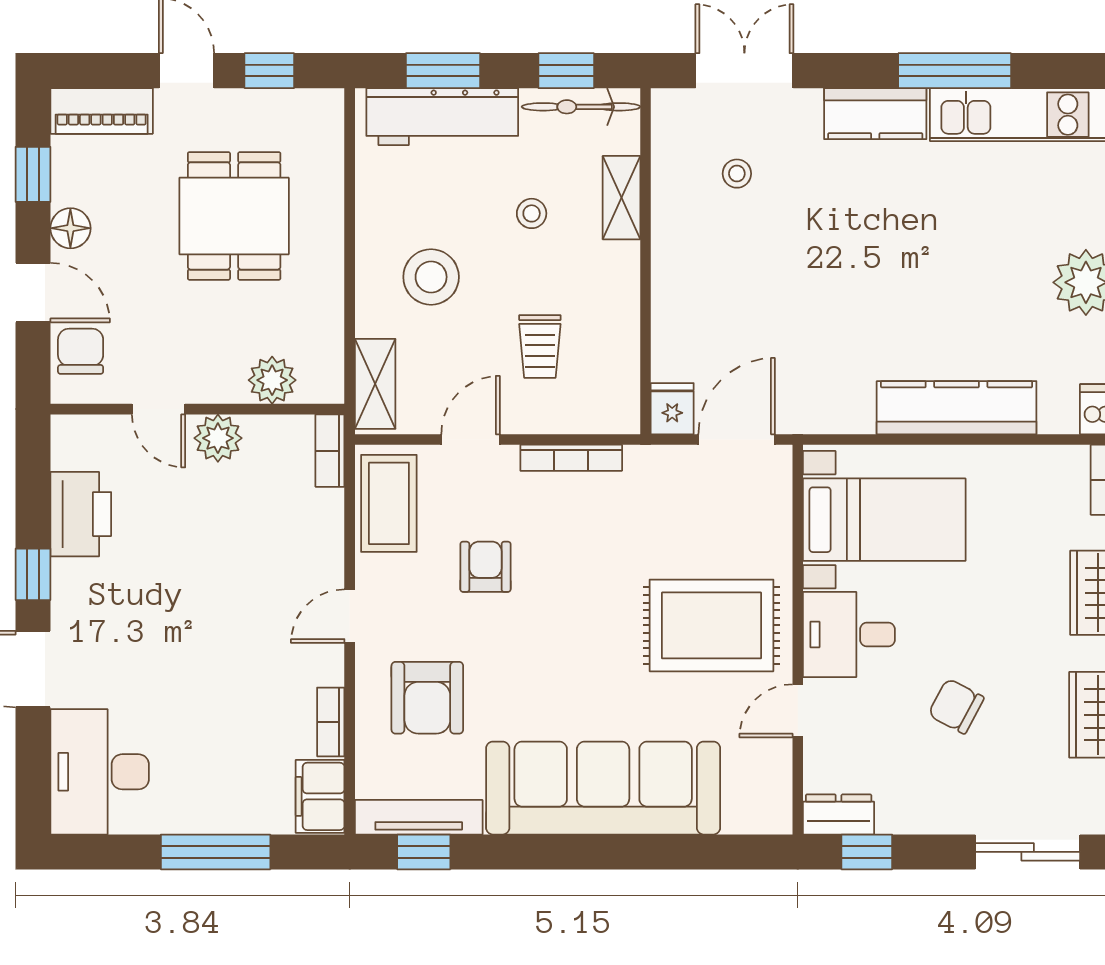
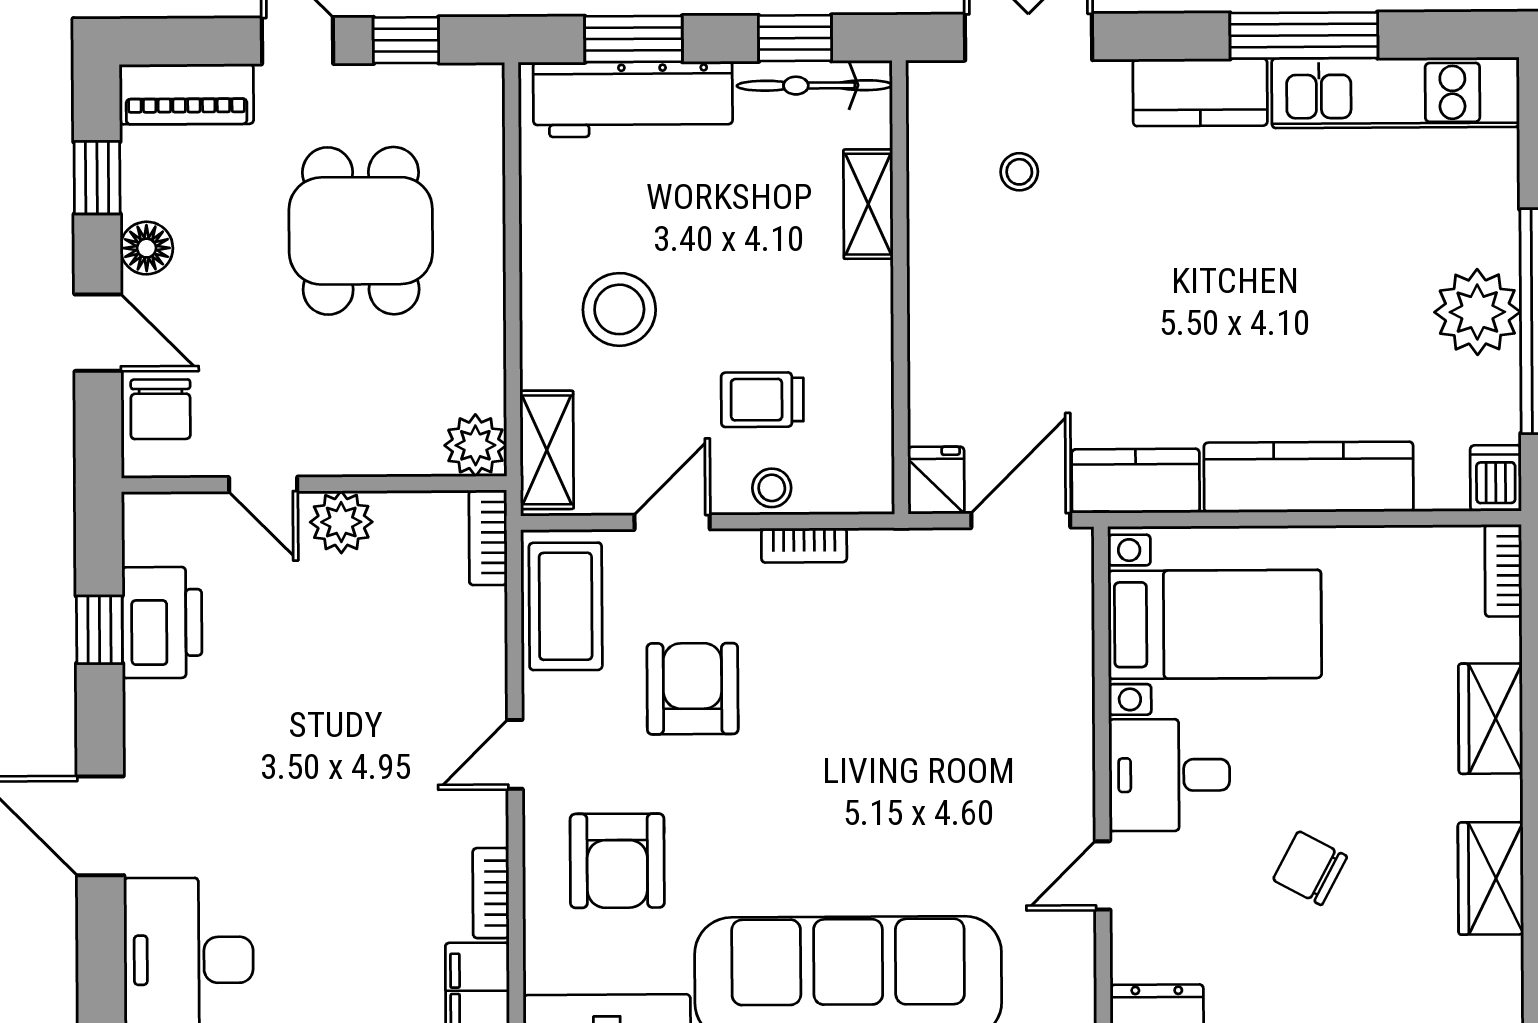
stool: (532, 213) -> (772, 488), moved
trolley: (540, 346) -> (762, 400), turned 90
chair: (81, 351) -> (161, 409), turned 180
plant: (272, 380) -> (475, 445), moved
kitchen counter: (824, 410) -> (1136, 481), added
bookcase: (571, 458) -> (804, 545), width x0.64
armchair: (485, 567) -> (692, 689), width x1.38, depth x1.38
window: (33, 574) -> (99, 630), moved
rug: (712, 625) -> (989, 764), removed

